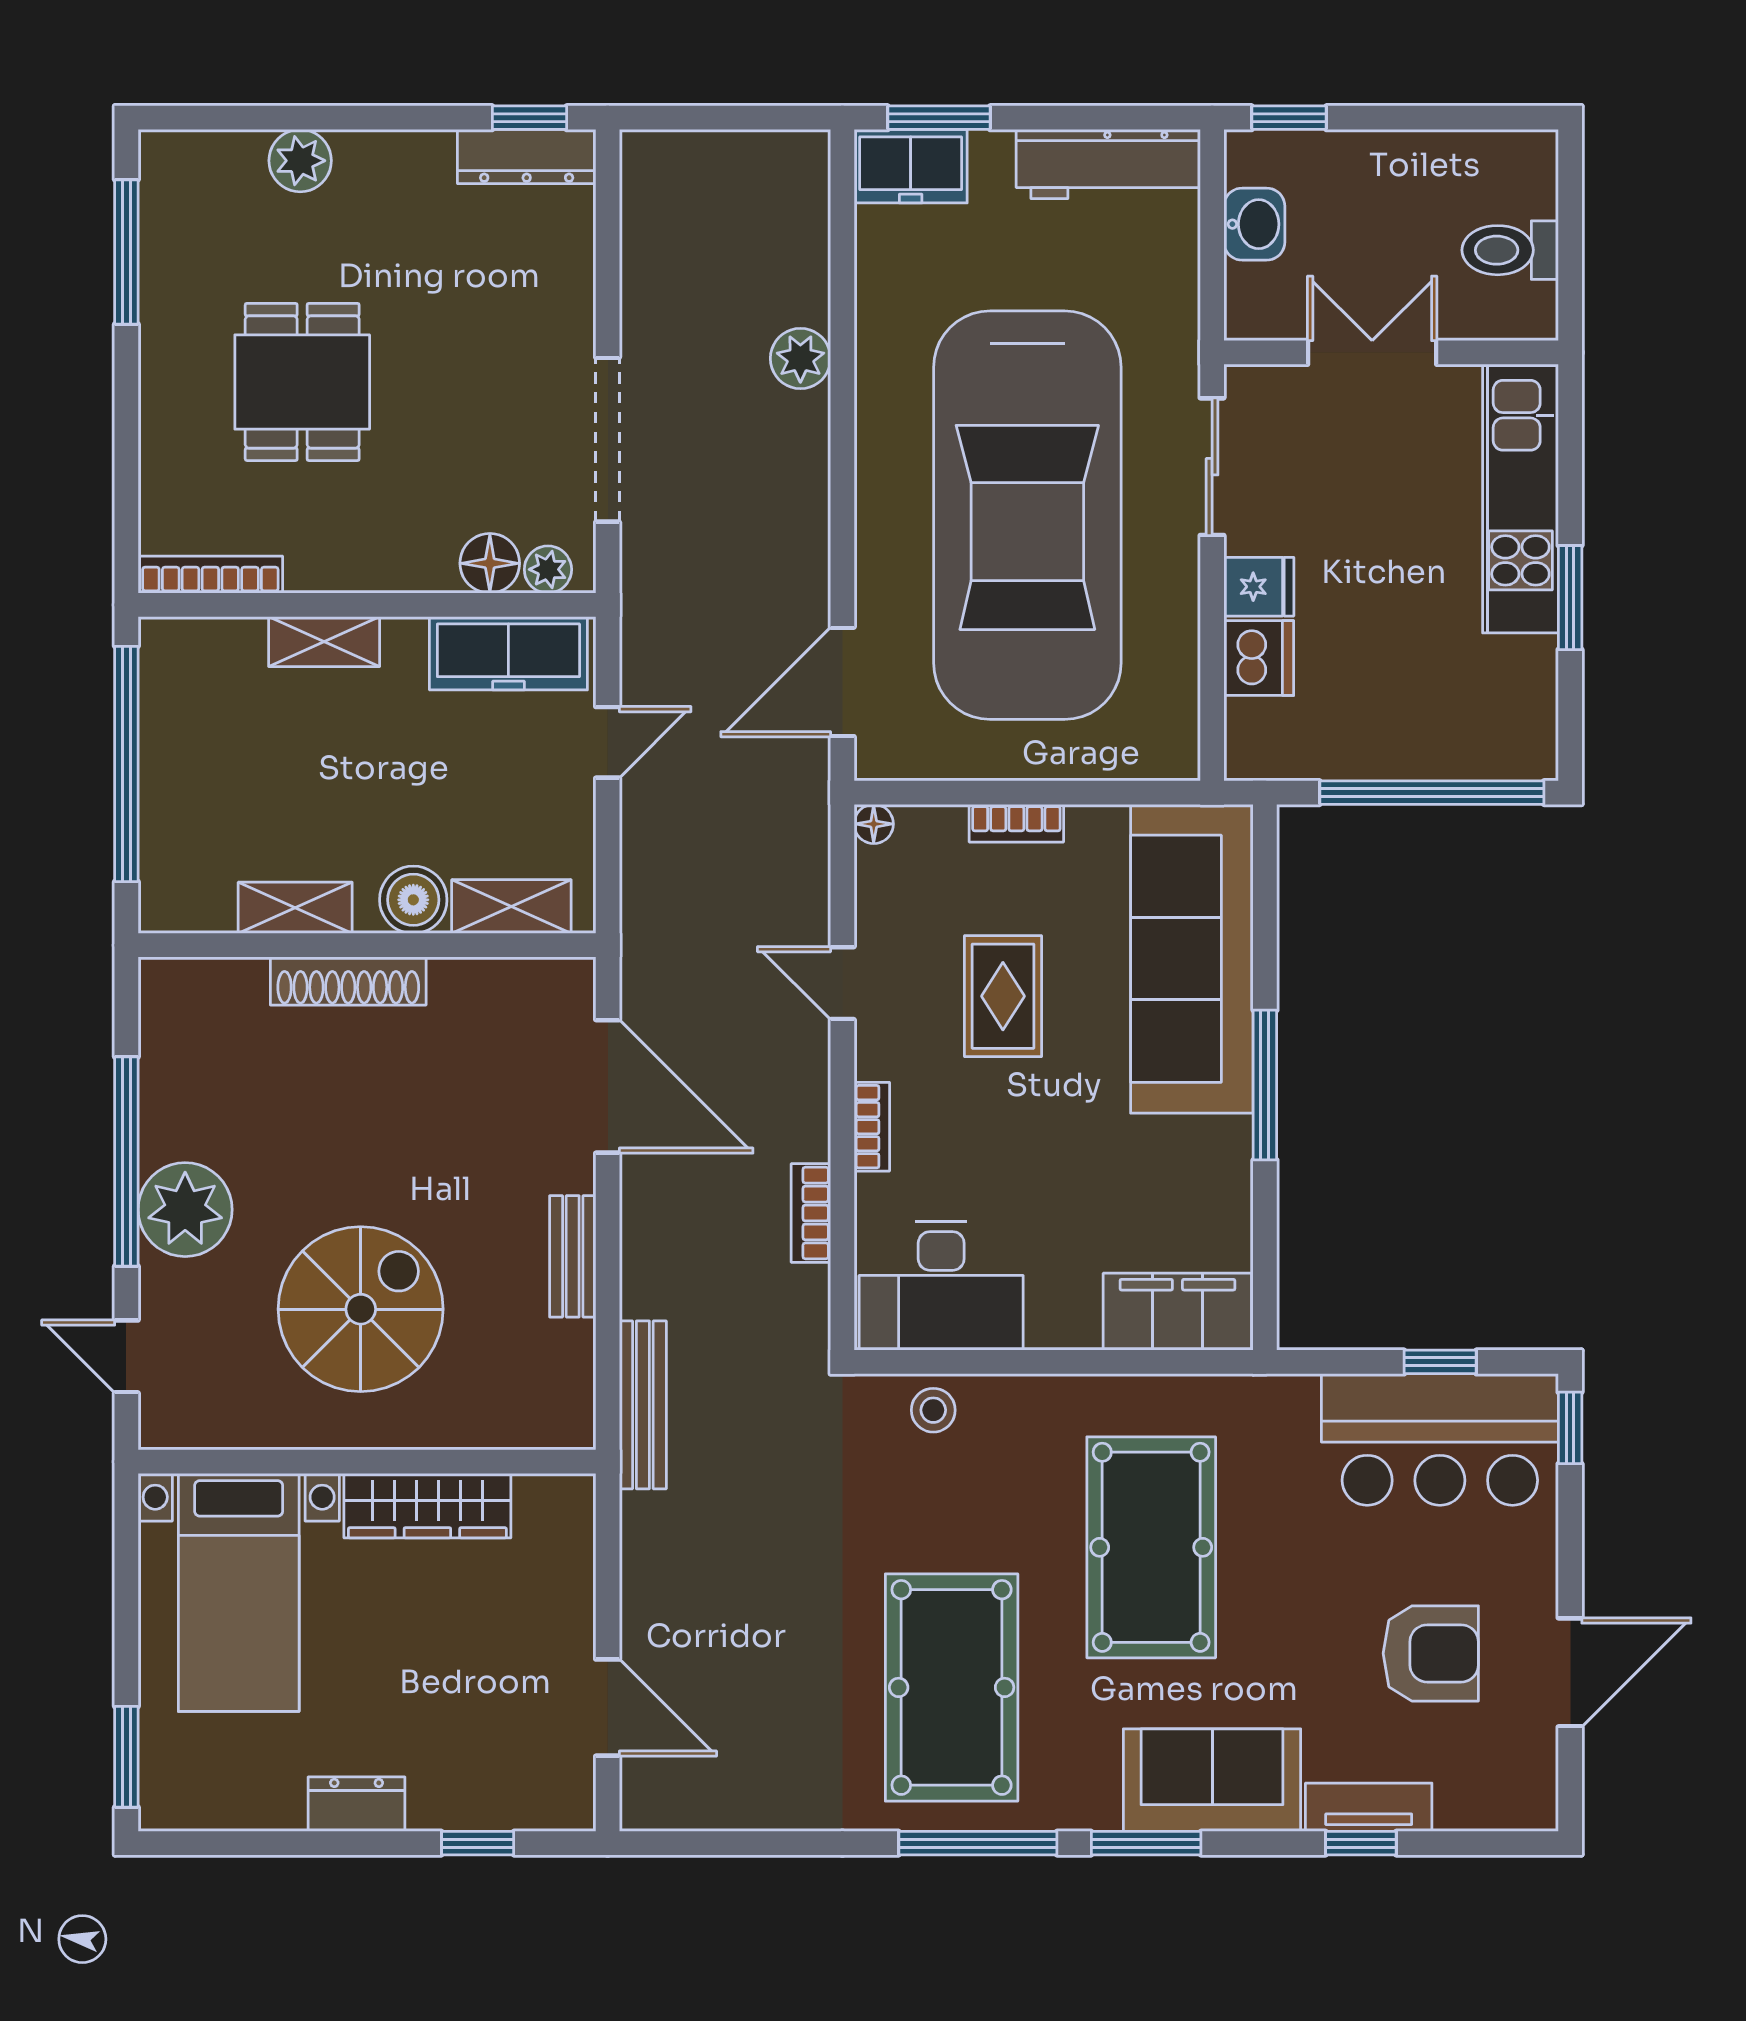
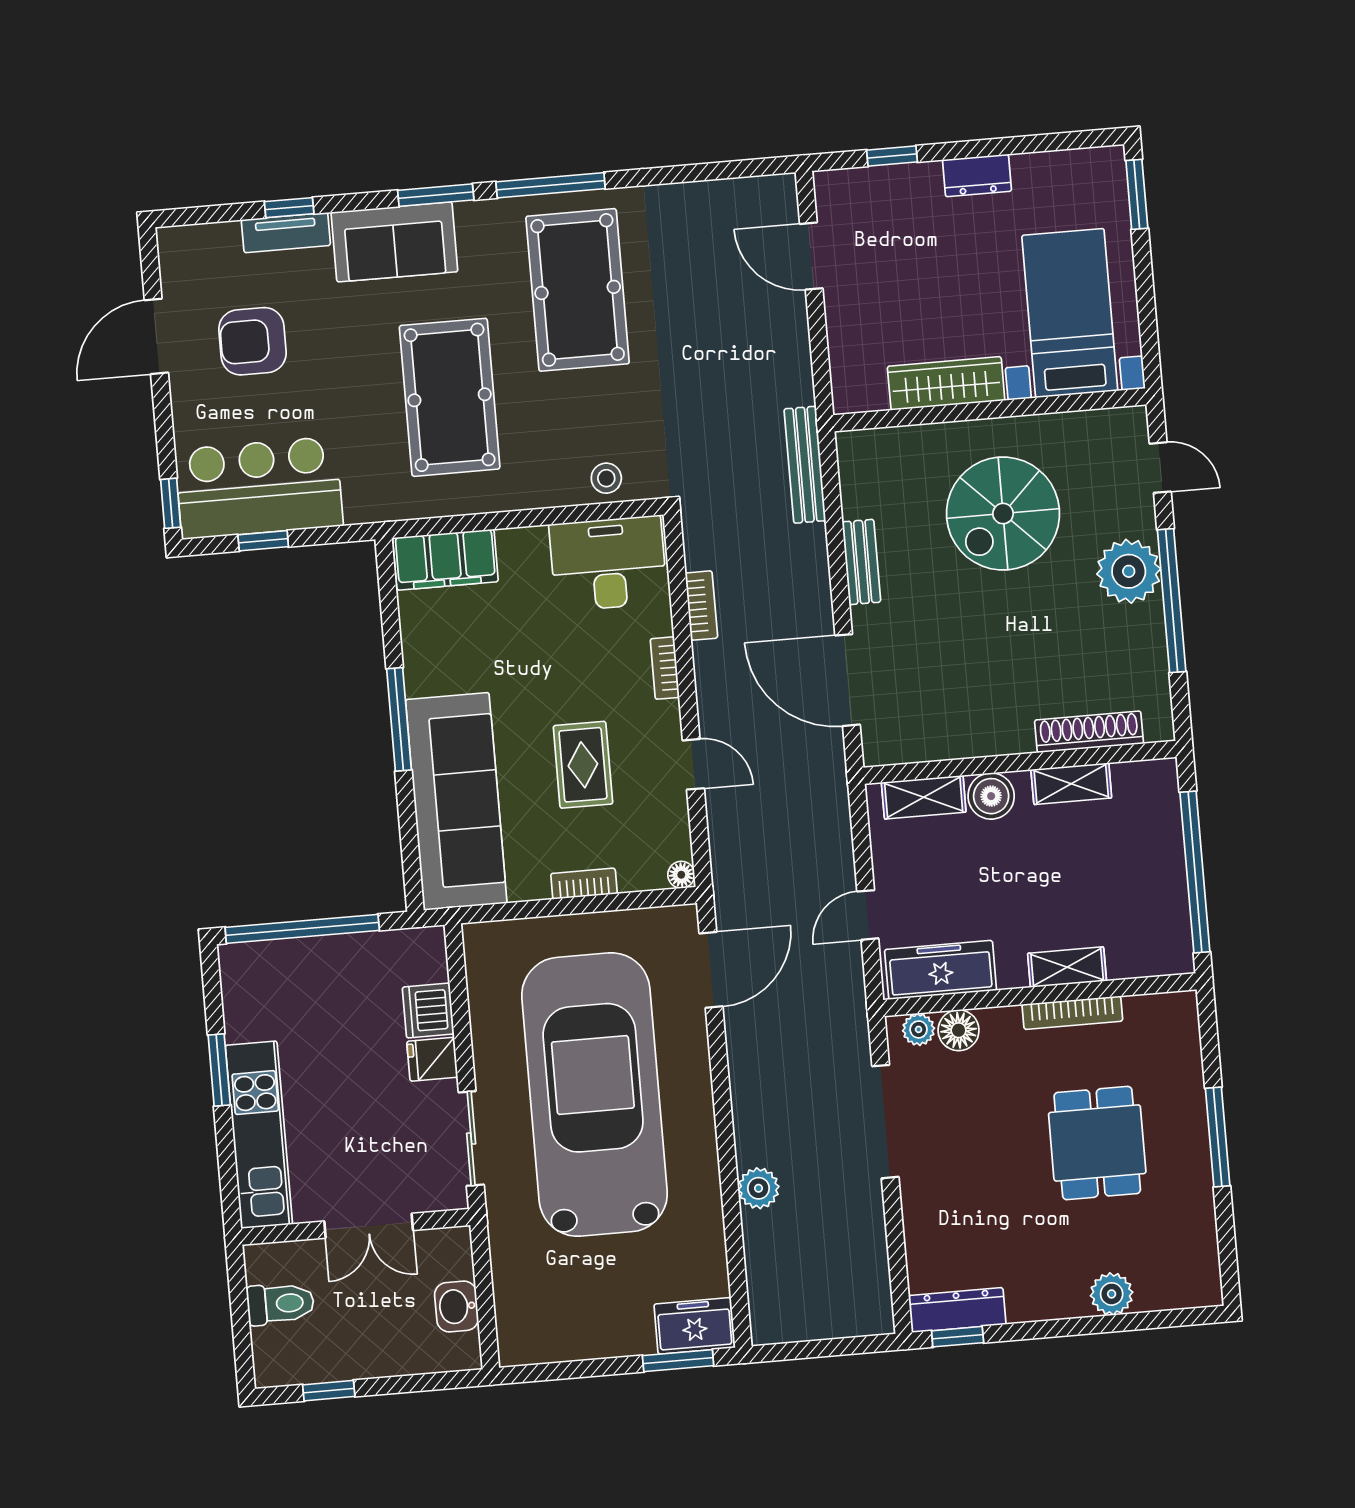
window: (1289, 118) -> (329, 1391), moved
workbench: (1108, 164) -> (560, 1339), removed
window: (126, 252) -> (1218, 1137), moved
bookcase: (210, 575) -> (1072, 1013), moved
shoe rack: (348, 981) -> (1089, 732), moved

